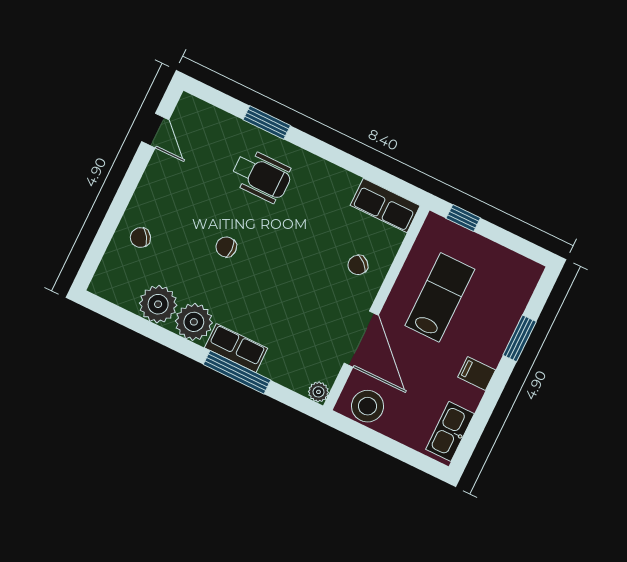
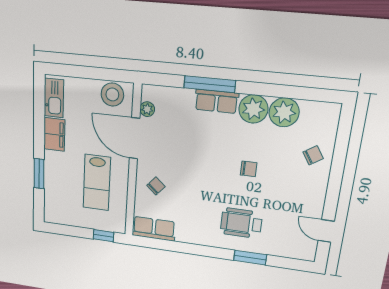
filing cabinet: (477, 373) -> (54, 134), width x2.00
plant: (318, 392) -> (147, 109), moved

